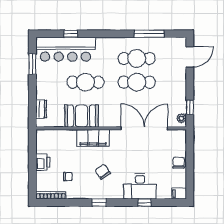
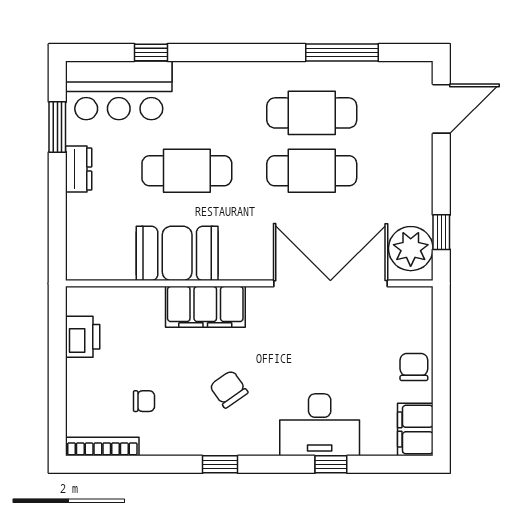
bar counter: (65, 49) -> (119, 90), width x0.73
dresser: (41, 109) -> (79, 169), moved
plant: (182, 118) -> (411, 249), width x1.87, depth x1.87
printer: (43, 162) -> (83, 337), moved
filing cabinet: (179, 194) -> (415, 430), width x2.00

